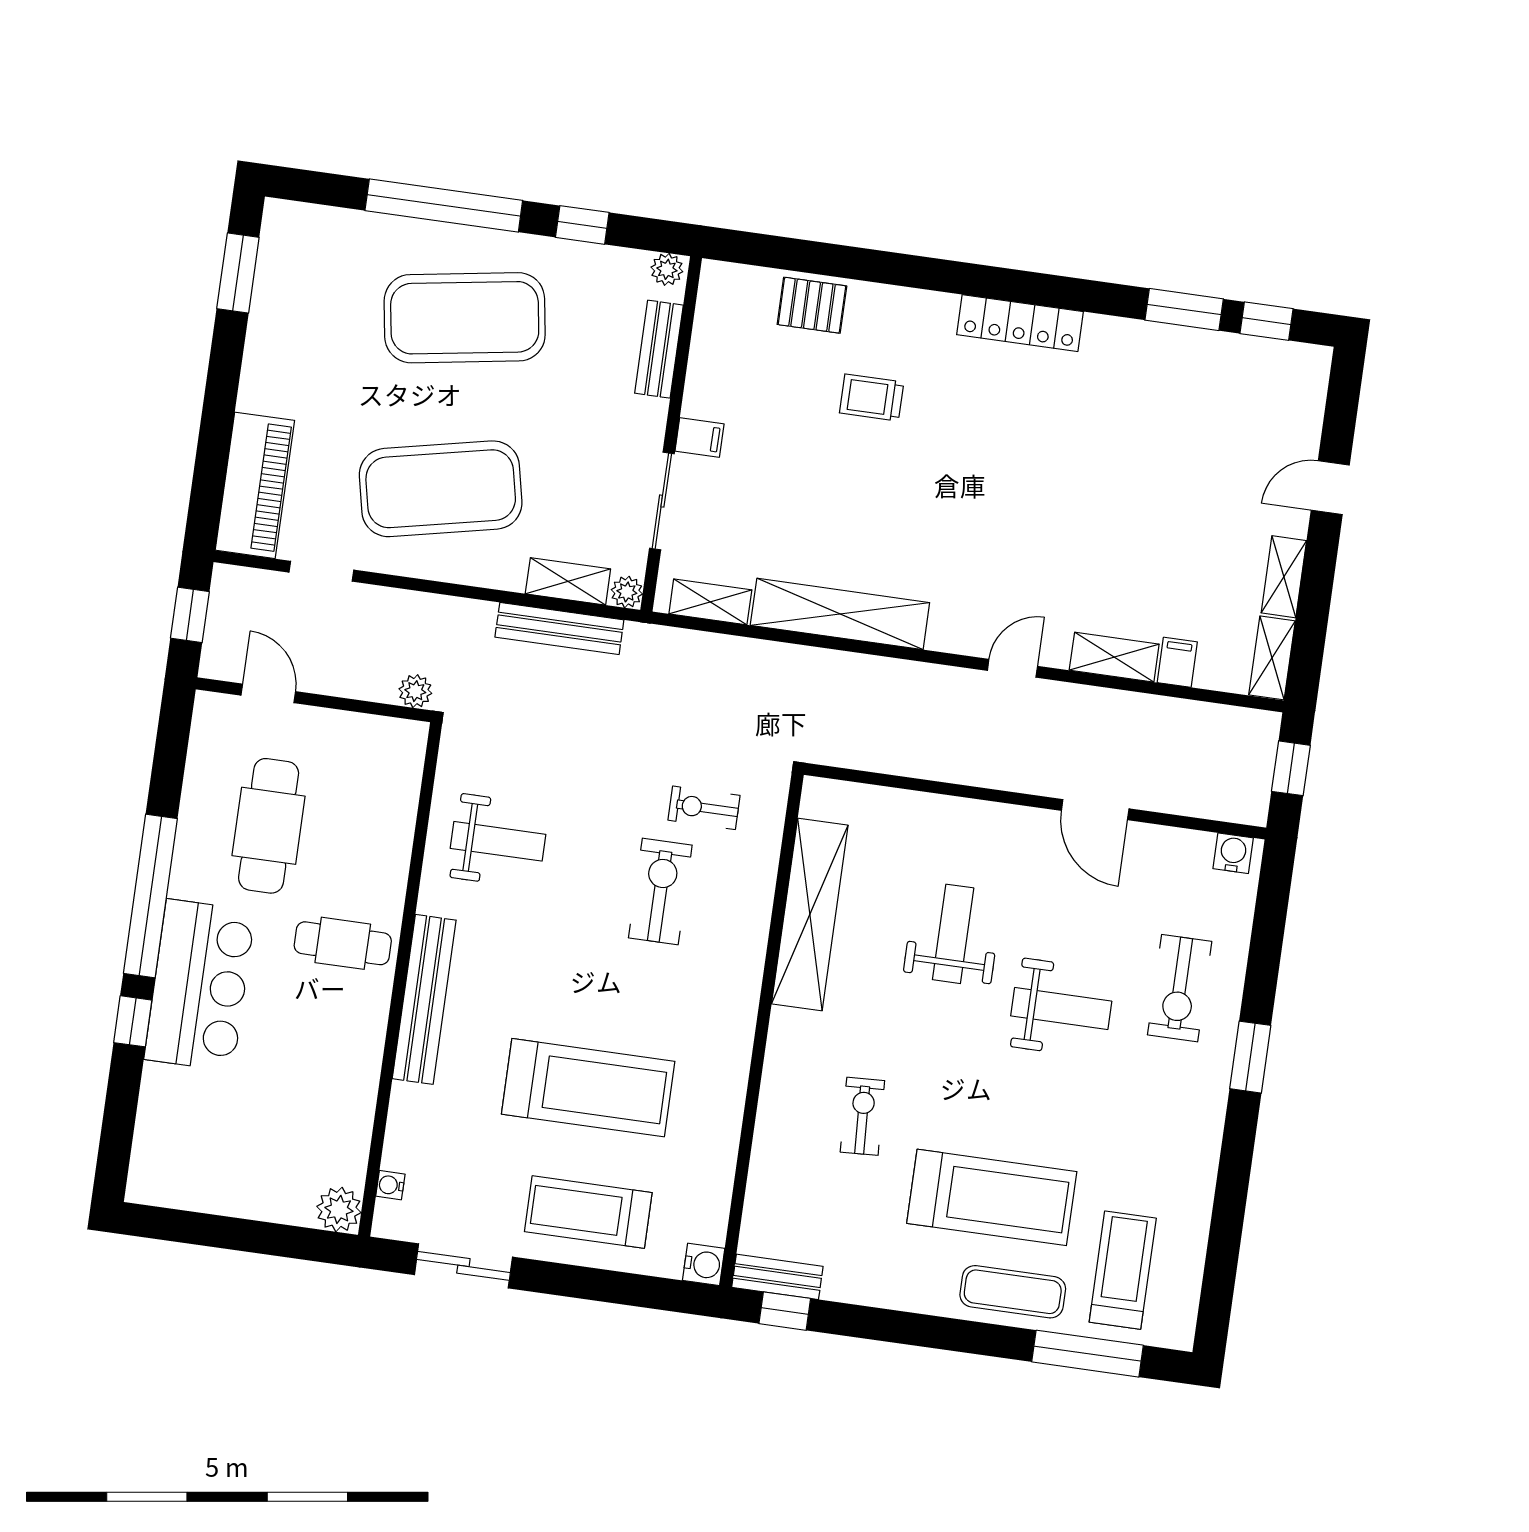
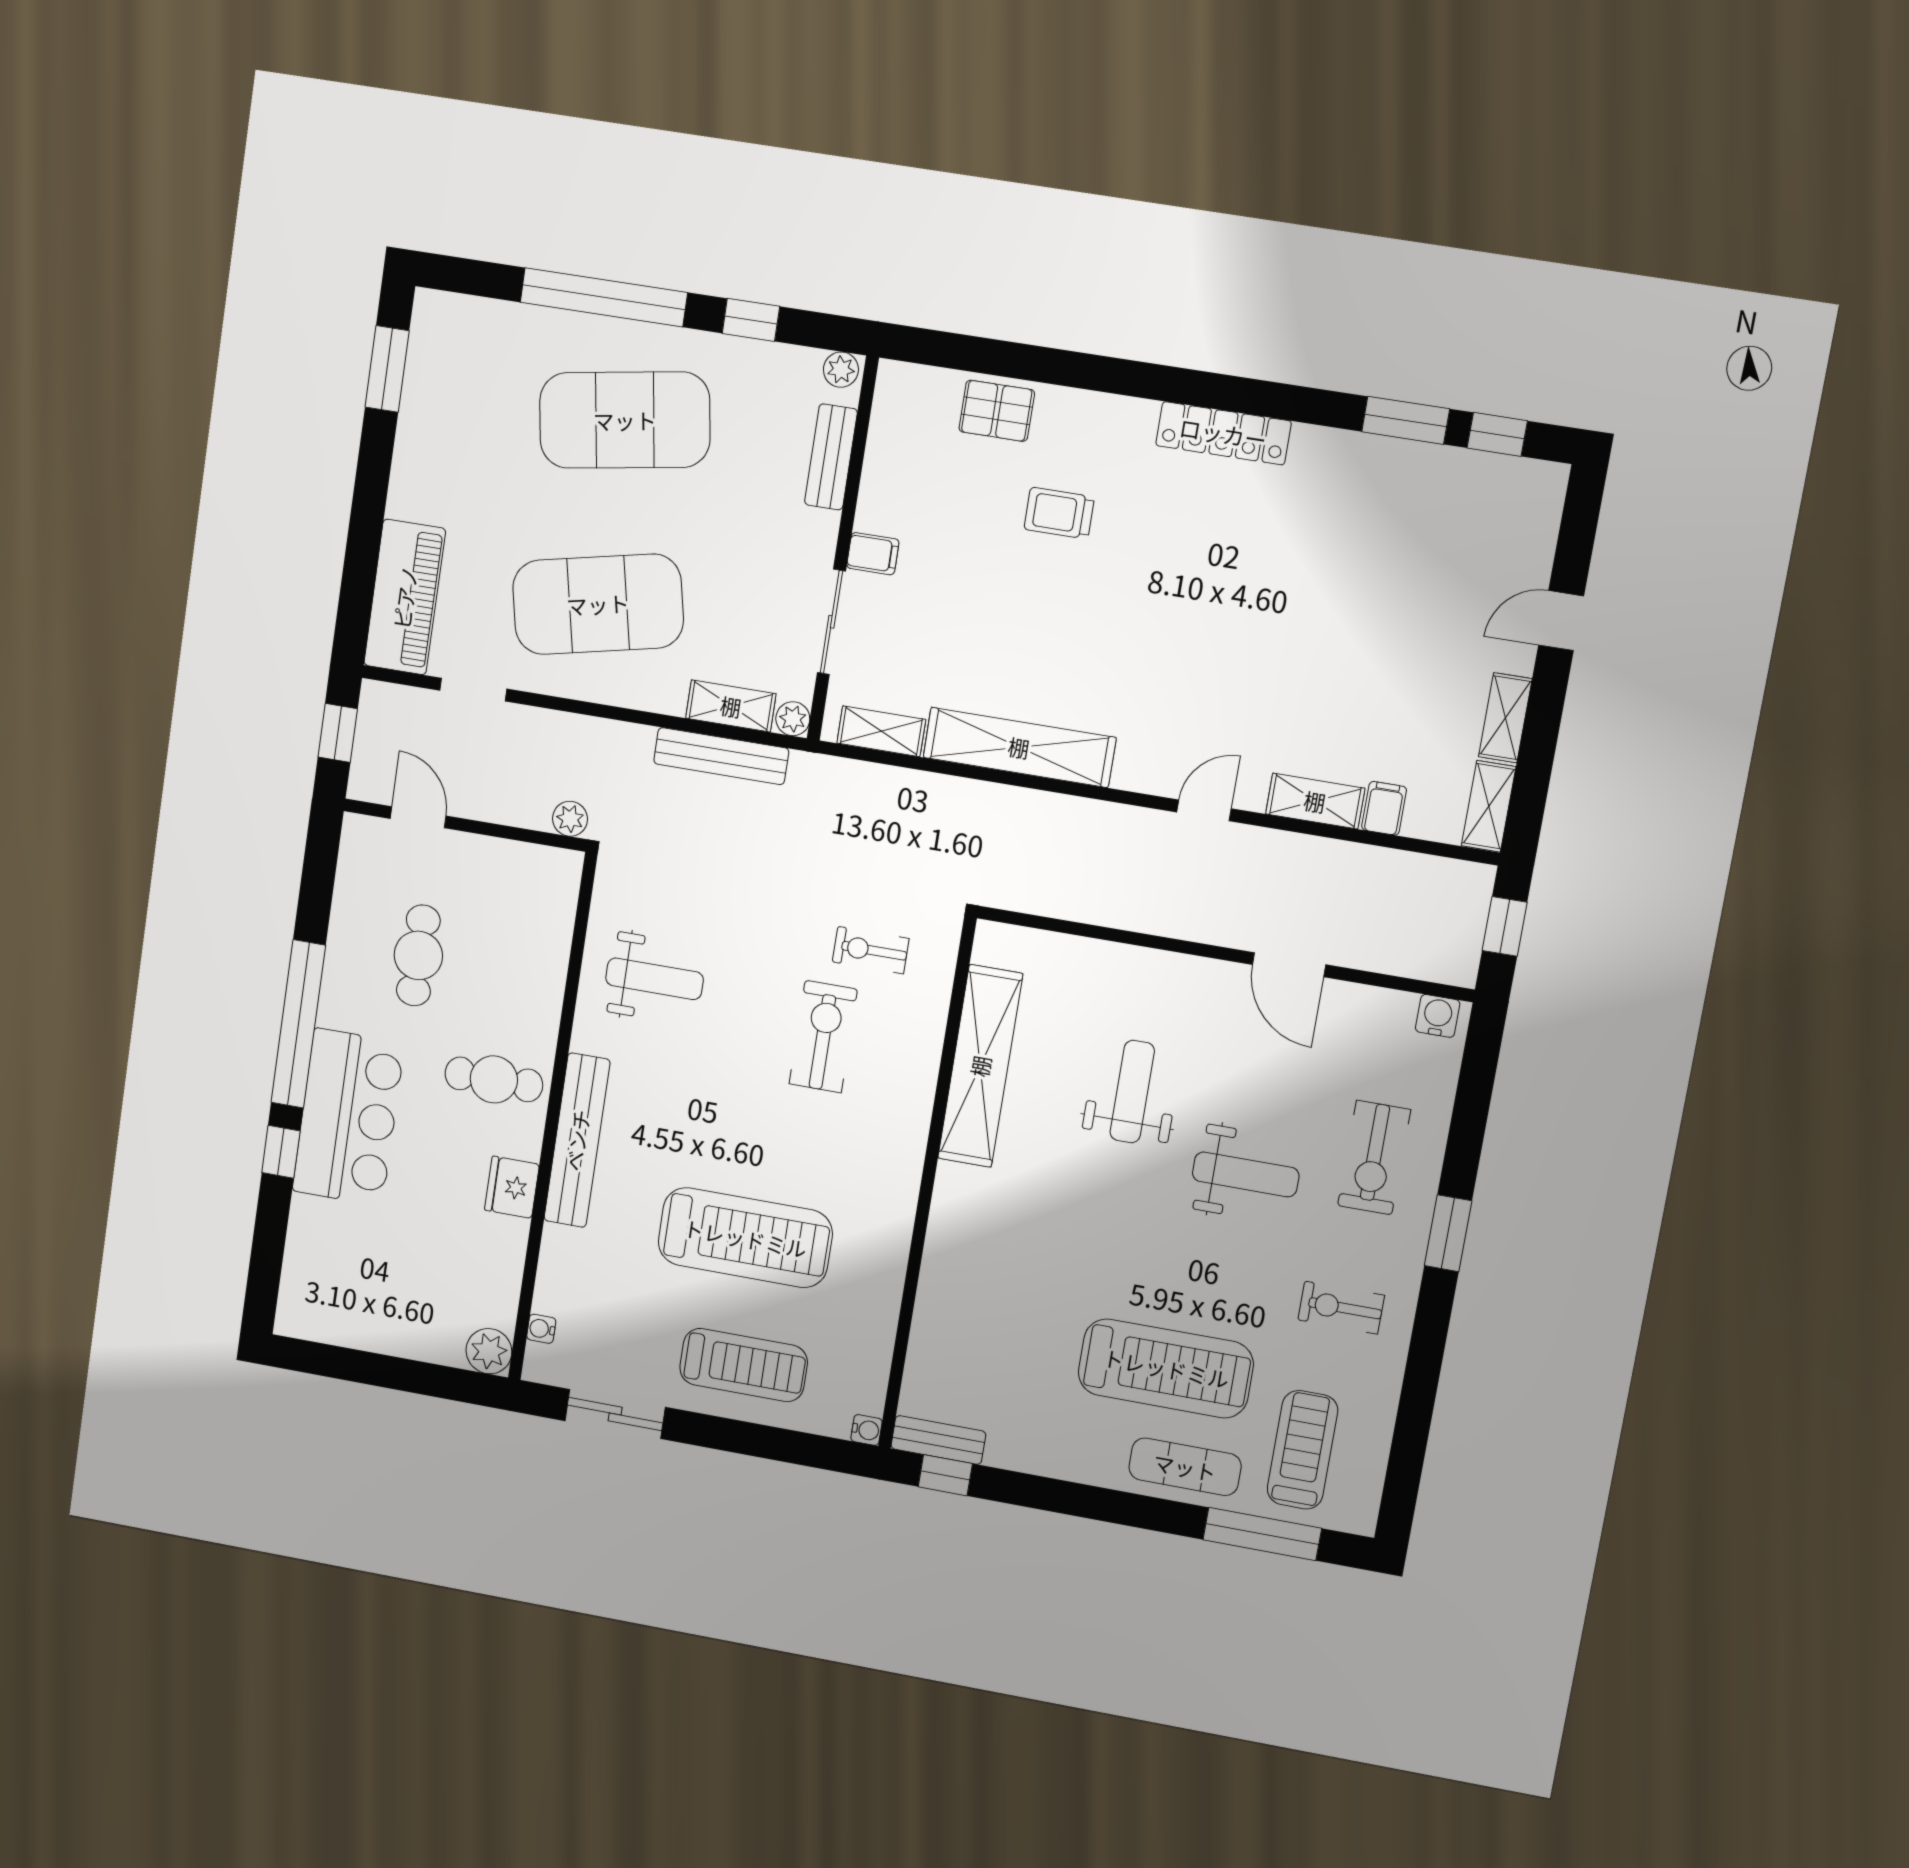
cafe table: (269, 826) -> (418, 955), width x0.73, depth x0.74
fridge: (361, 1047) -> (512, 1187), added
exercise bike: (862, 1116) -> (1341, 1308), moved, turned -87
treadmill: (588, 1212) -> (744, 1365), turned 180
water cooler: (704, 1264) -> (866, 1430), width x0.72, depth x0.72

